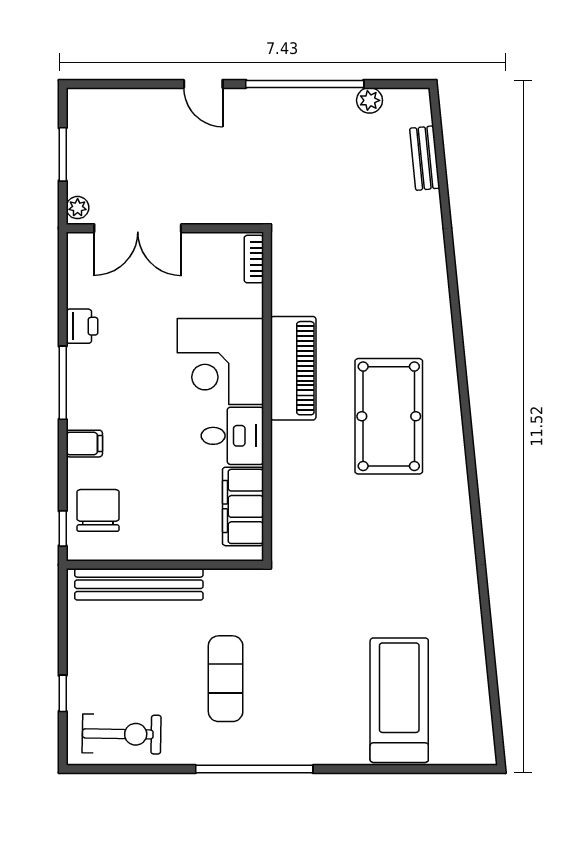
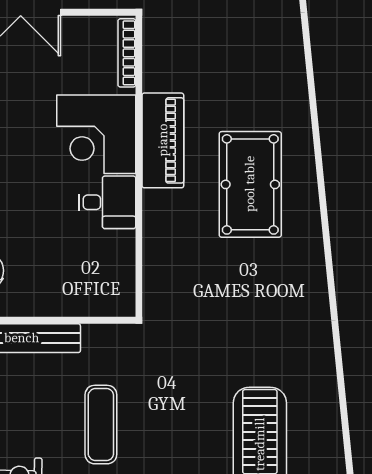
bookcase: (254, 259) -> (127, 53), width x1.56
filing cabinet: (243, 506) -> (117, 267), removed

